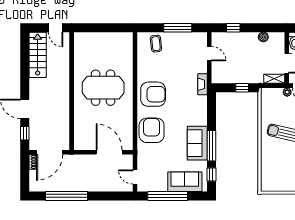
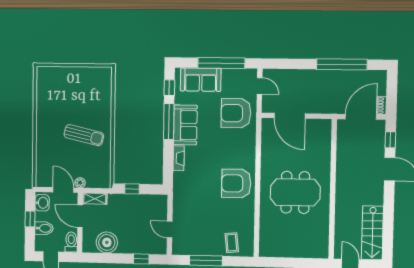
boiler: (263, 37) -> (107, 242), width x1.86, depth x1.86
fireplace: (203, 84) -> (179, 158), moved
armchair: (152, 130) -> (236, 113), moved, turned 90

